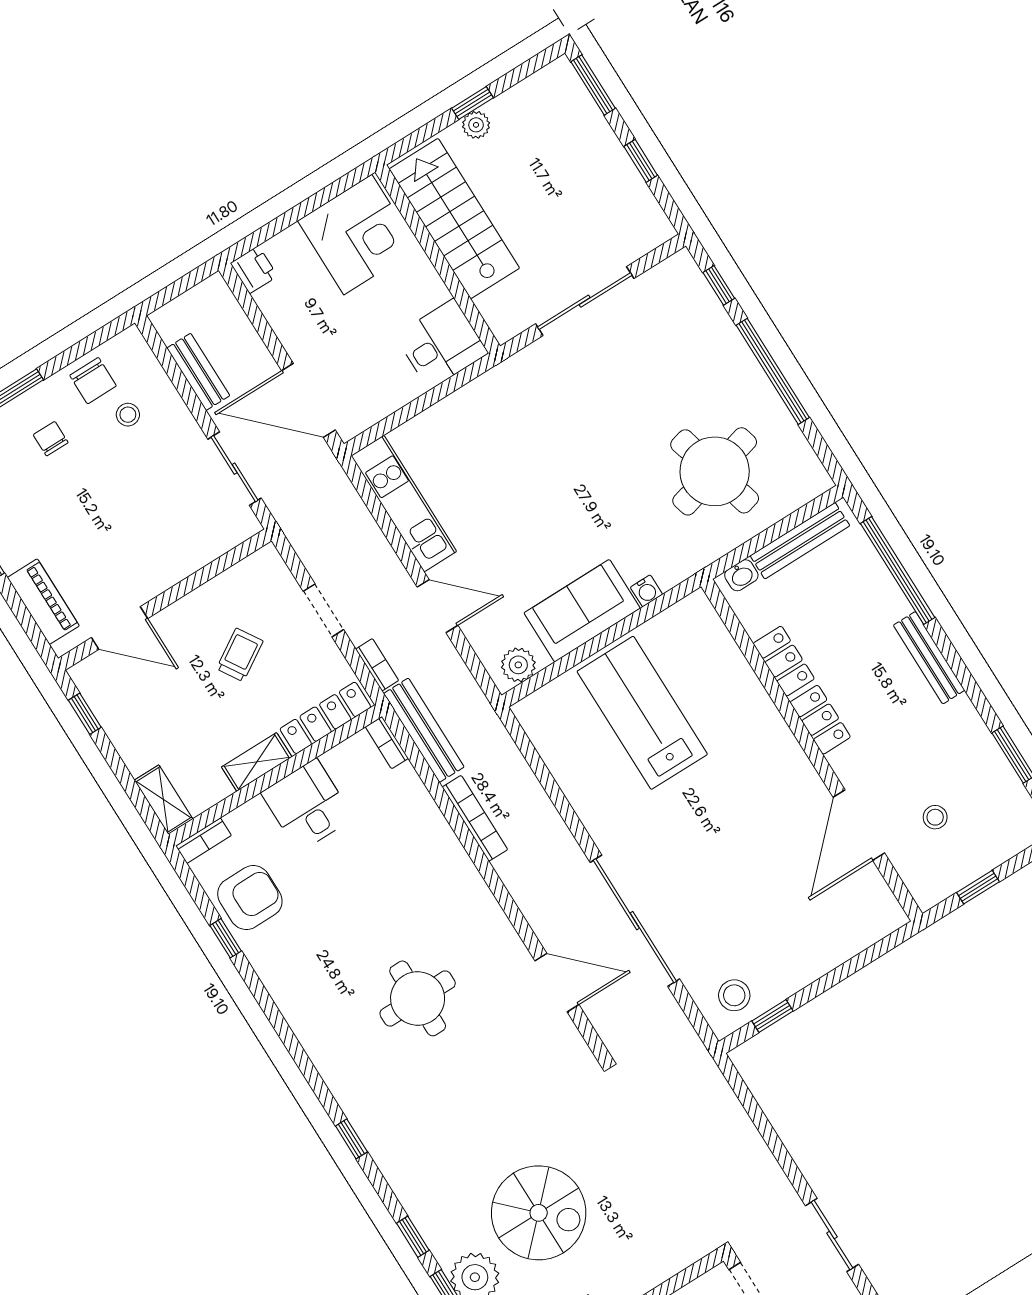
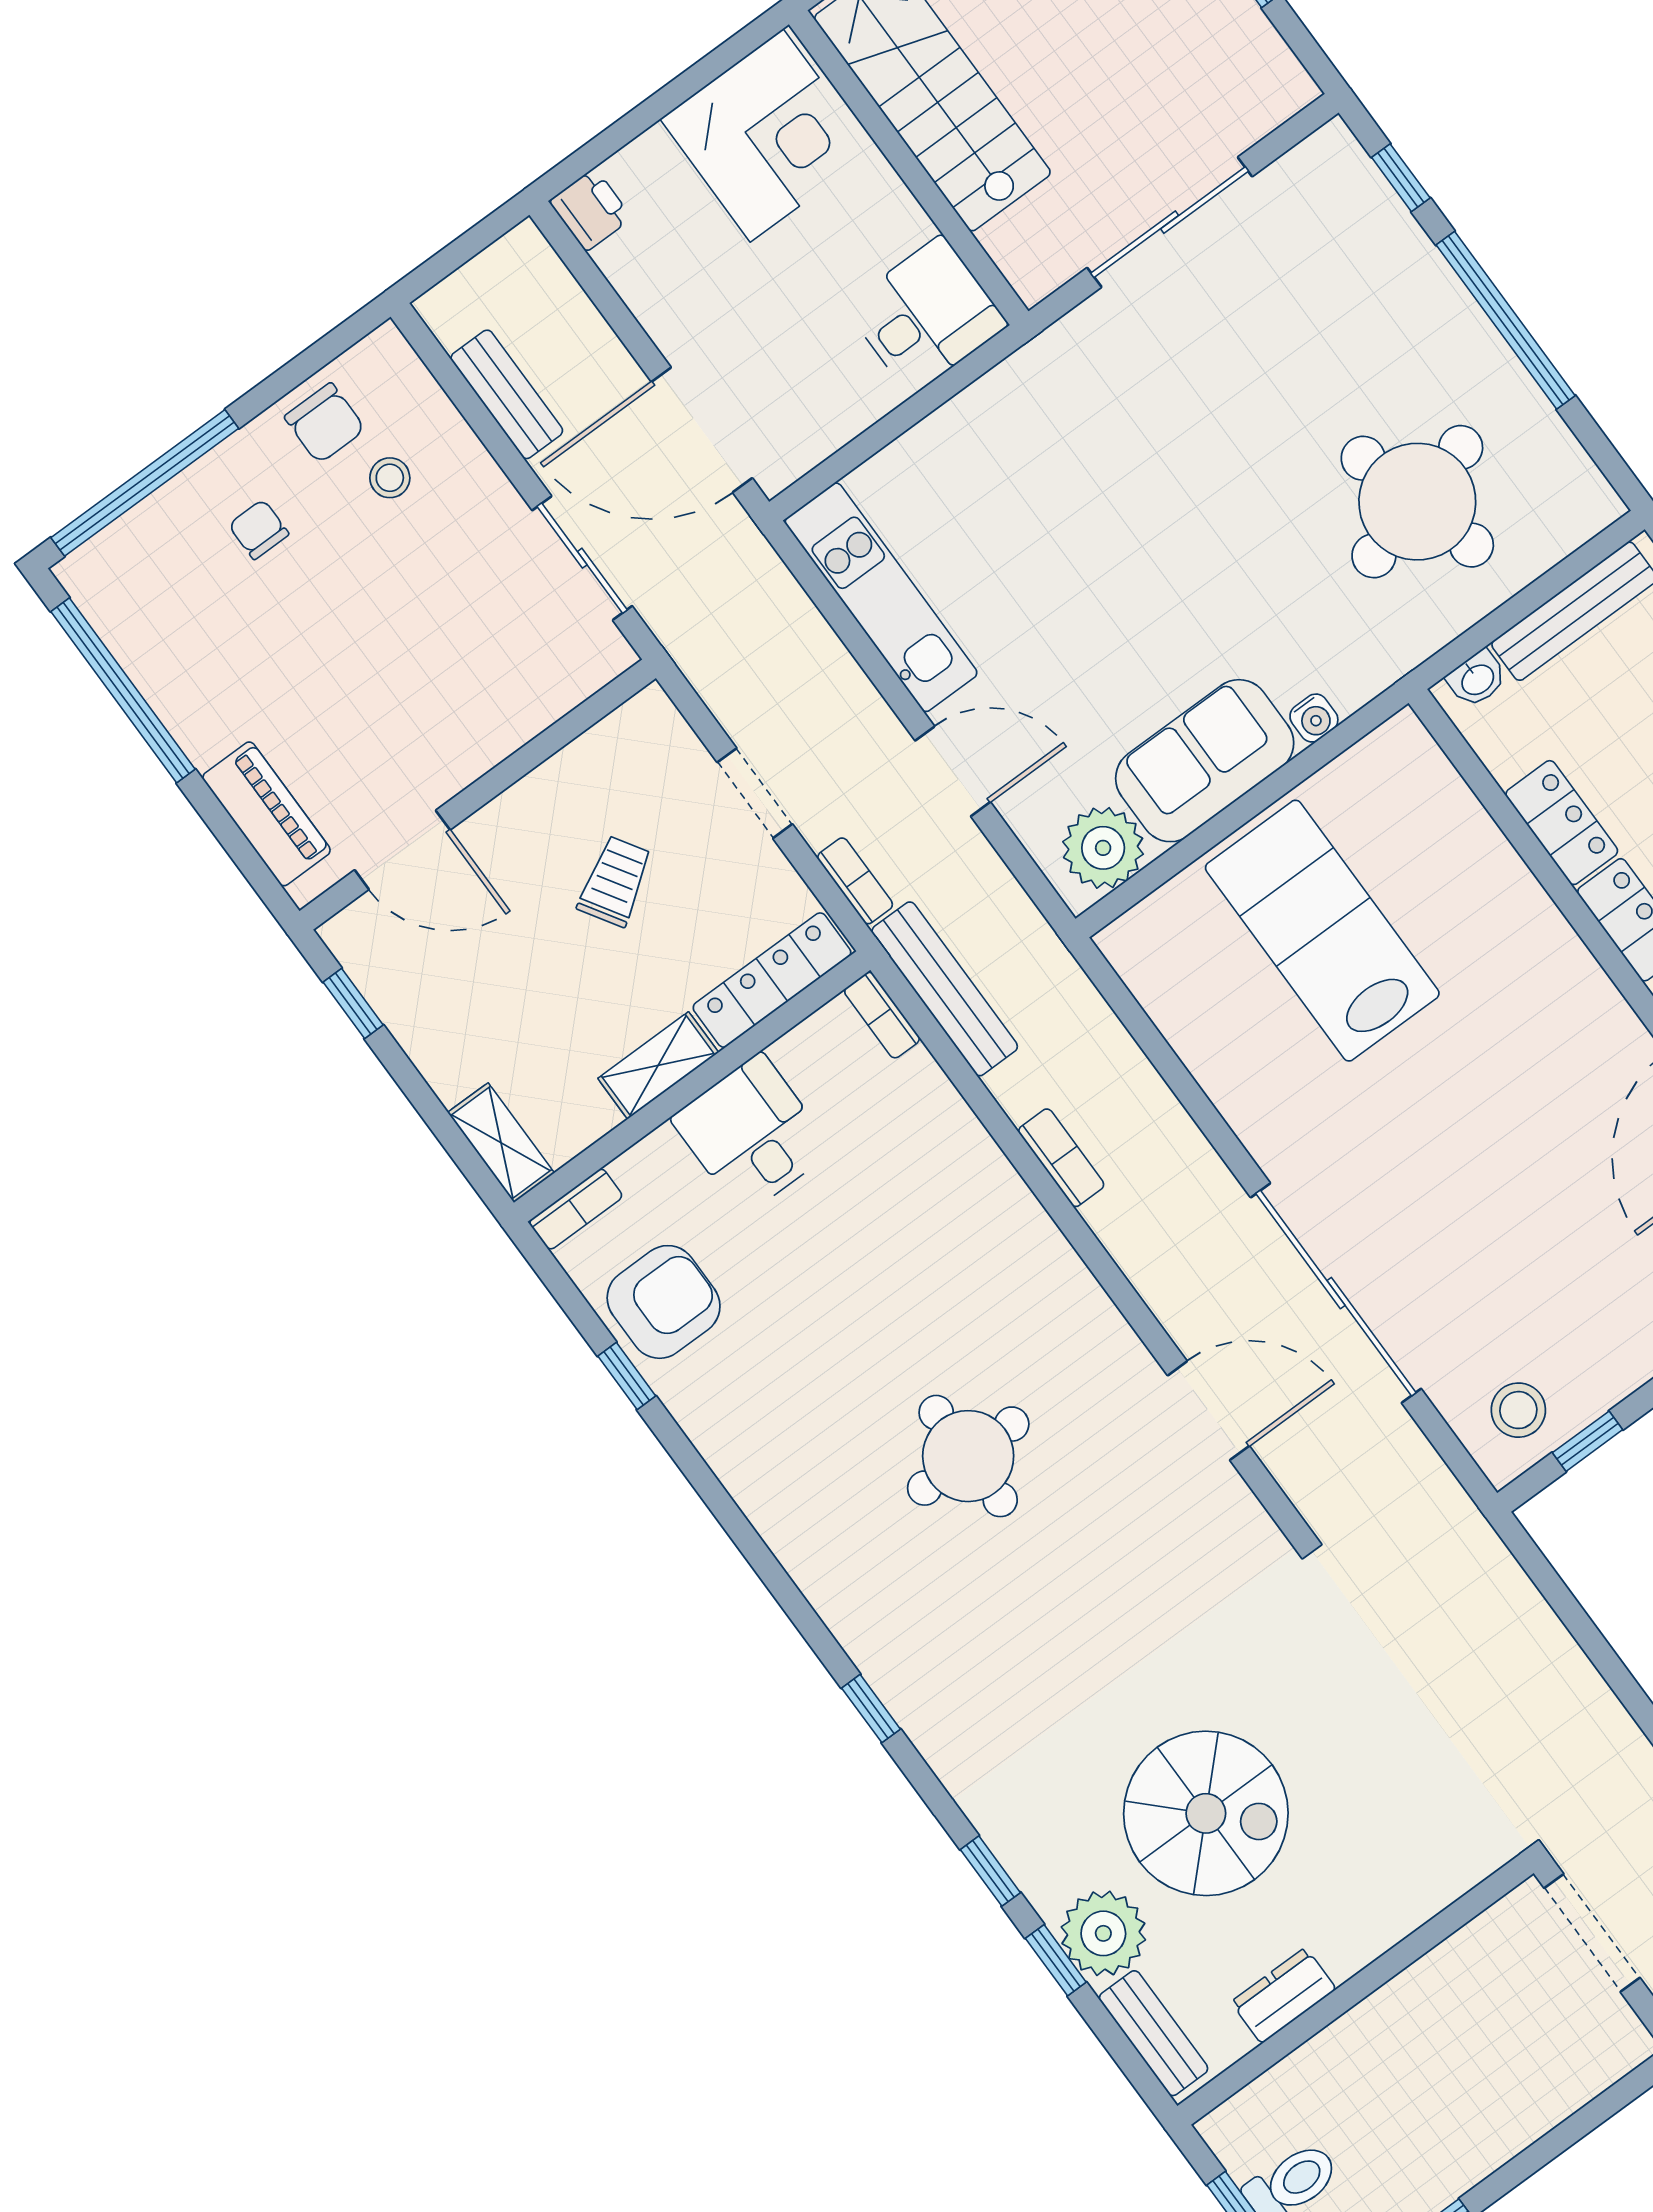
plant: (518, 665) -> (1103, 848), width x1.36, depth x1.36
bookcase: (475, 818) -> (1061, 1158), width x0.64

